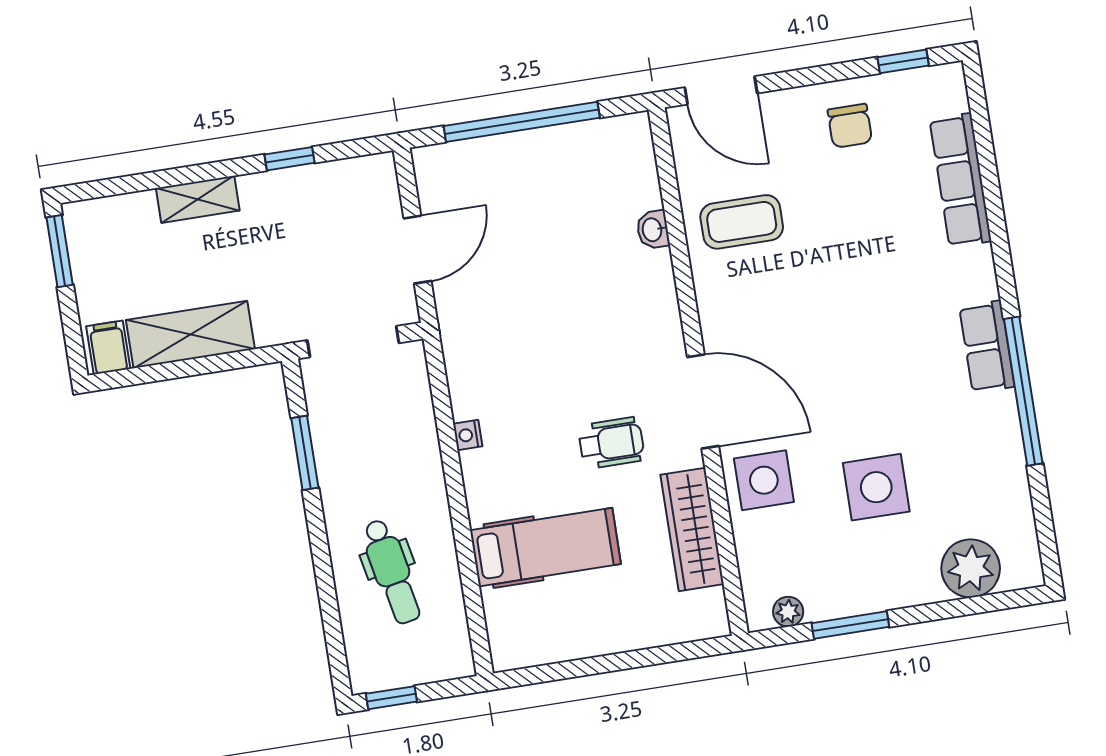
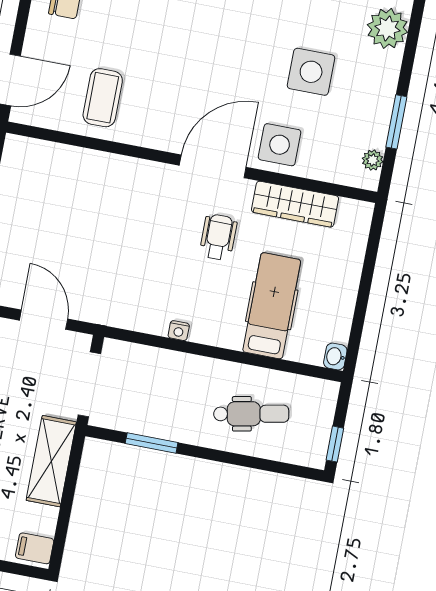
washbasin: (653, 230) -> (335, 357), moved, turned 90
shelving: (190, 335) -> (51, 461), moved

